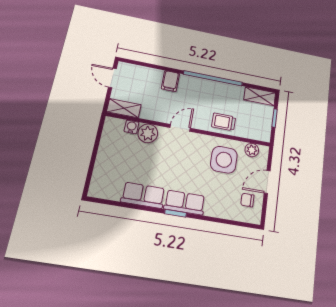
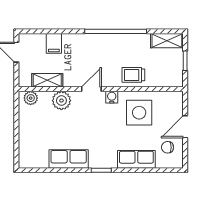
filing cabinet: (170, 81) -> (54, 43), moved
shelving: (124, 108) -> (47, 80), moved
water cooler: (131, 127) -> (112, 97), moved
plant: (252, 150) -> (31, 98), moved
row of seats: (185, 203) -> (136, 159), moved

